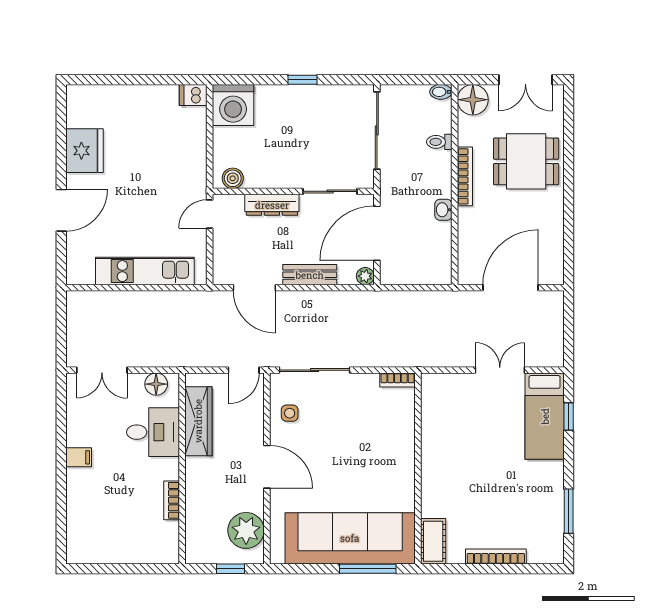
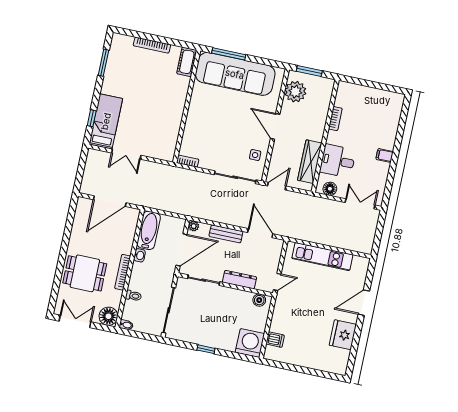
dishwasher: (193, 95) -> (275, 340), moved
bathtub: (437, 254) -> (149, 230), added
window: (231, 569) -> (309, 71), width x1.50

